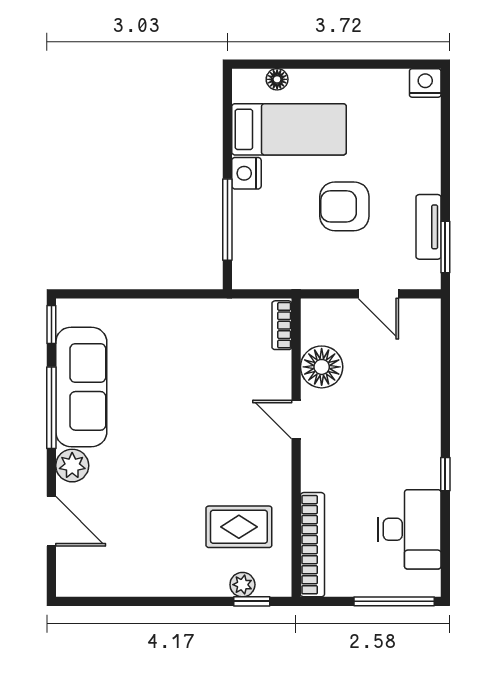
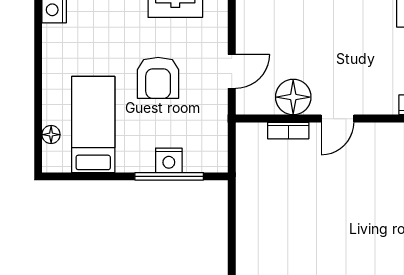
nightstand: (246, 173) -> (169, 160), moved
door: (378, 294) -> (232, 71), moved
bookcase: (282, 325) -> (288, 131), moved

